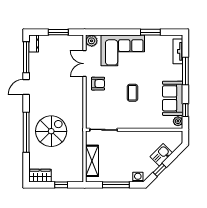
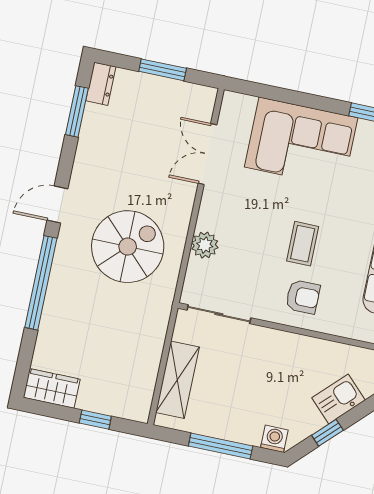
plant: (92, 41) -> (205, 245), moved
window: (26, 57) -> (77, 111), width x0.69
armchair: (98, 84) -> (303, 297), moved
door: (26, 87) -> (57, 204), moved
spiral stairs: (51, 131) -> (128, 247), moved

